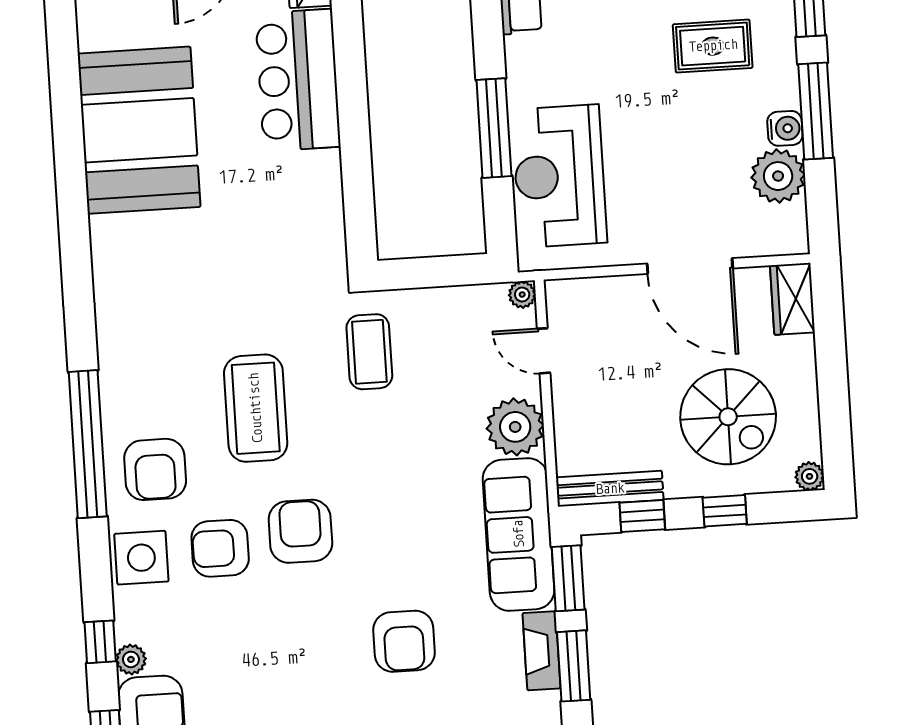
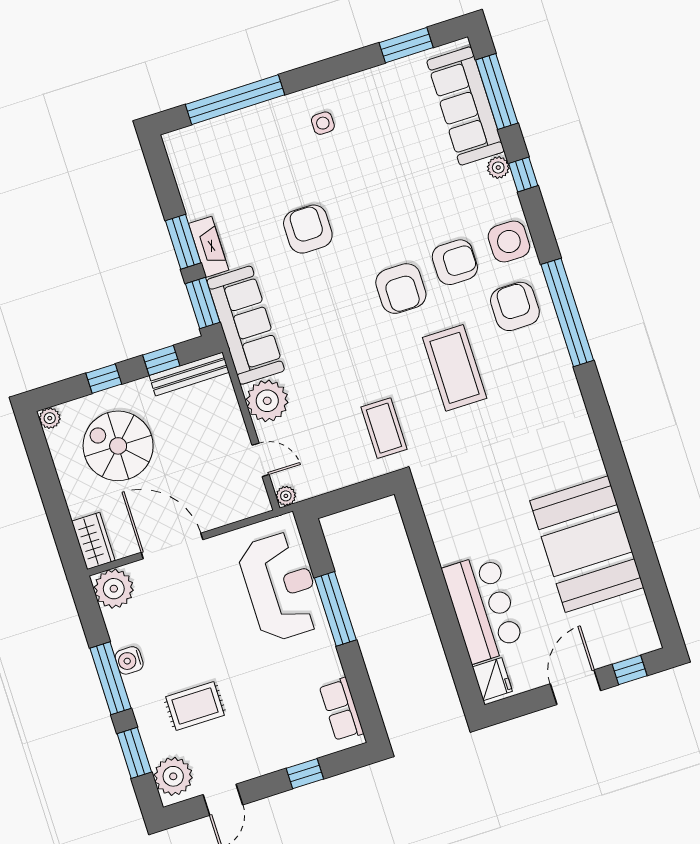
plant: (778, 176) -> (114, 589), moved

